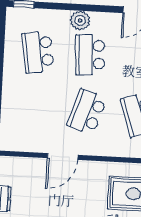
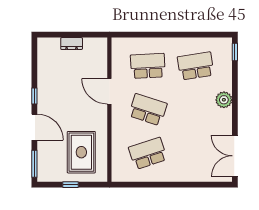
school desk: (90, 55) -> (148, 66), moved

